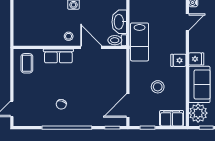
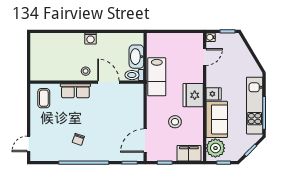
fridge: (178, 60) -> (193, 95), width x1.88, depth x1.34

